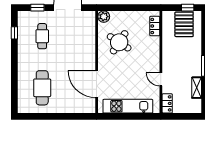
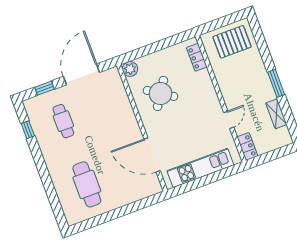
window: (188, 8) -> (229, 20), removed
pallet: (184, 24) -> (232, 42), turned 90
door: (161, 79) -> (229, 120), swing flipped

